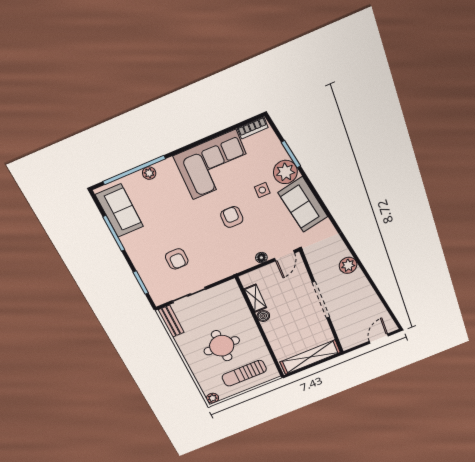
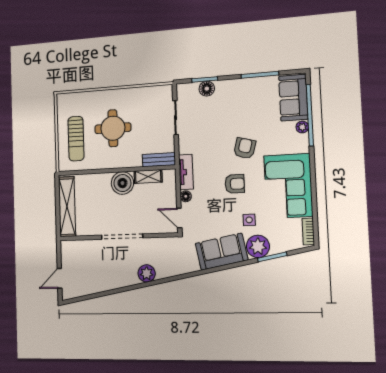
sofa: (119, 211) -> (293, 98), moved, turned 90
armchair: (177, 259) -> (245, 148), moved, turned 105
tv unit: (238, 266) -> (186, 172), added
floor lamp: (149, 277) -> (207, 89), added
boiler: (263, 316) -> (122, 183), width x1.86, depth x1.86
bench: (171, 321) -> (159, 160), moved
door: (379, 339) -> (60, 278), swing flipped
sun lounger: (244, 373) -> (76, 139), turned 180
plant: (212, 398) -> (62, 99), removed

